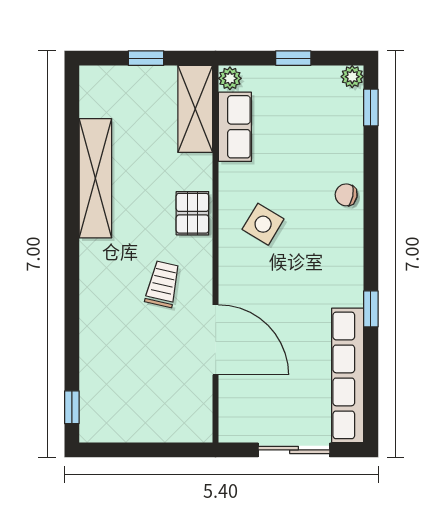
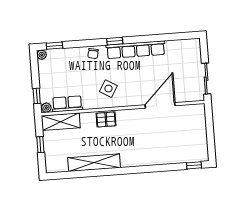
window: (293, 58) -> (37, 96), moved
trolley: (163, 284) -> (138, 130), removed
window: (371, 309) -> (115, 41), moved
row of seats: (348, 375) -> (136, 50), moved
sliding door: (294, 450) -> (206, 79), moved

